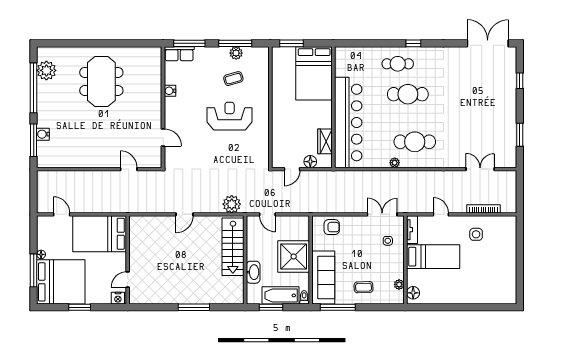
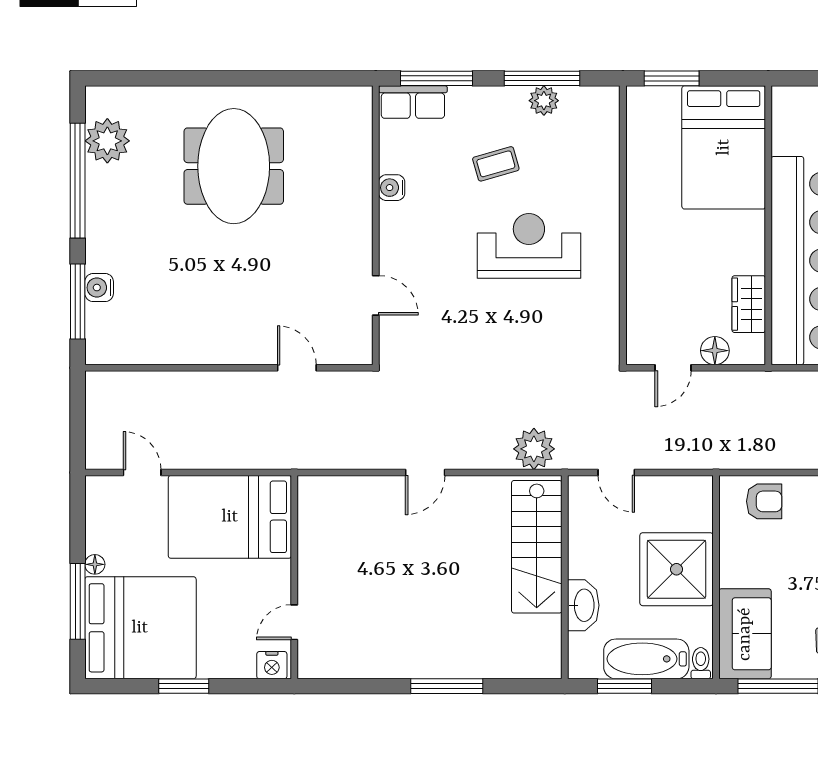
coffee table: (233, 79) -> (496, 164), moved
sofa: (323, 277) -> (745, 634), width x0.73

